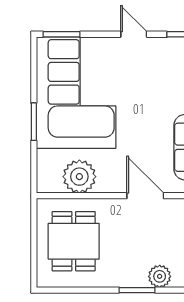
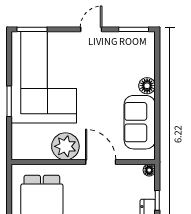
door: (134, 34) -> (91, 29), hinge flipped
plant: (79, 177) -> (65, 146), moved

